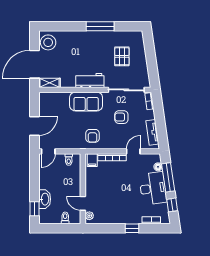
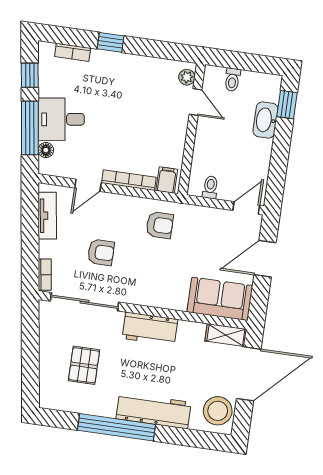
window: (100, 26) -> (117, 427), width x1.46
workbench: (82, 38) -> (154, 411), added
sofa: (86, 102) -> (220, 299), moved
armchair: (92, 136) -> (160, 225), turned 90
desk: (153, 188) -> (61, 119), width x0.73

